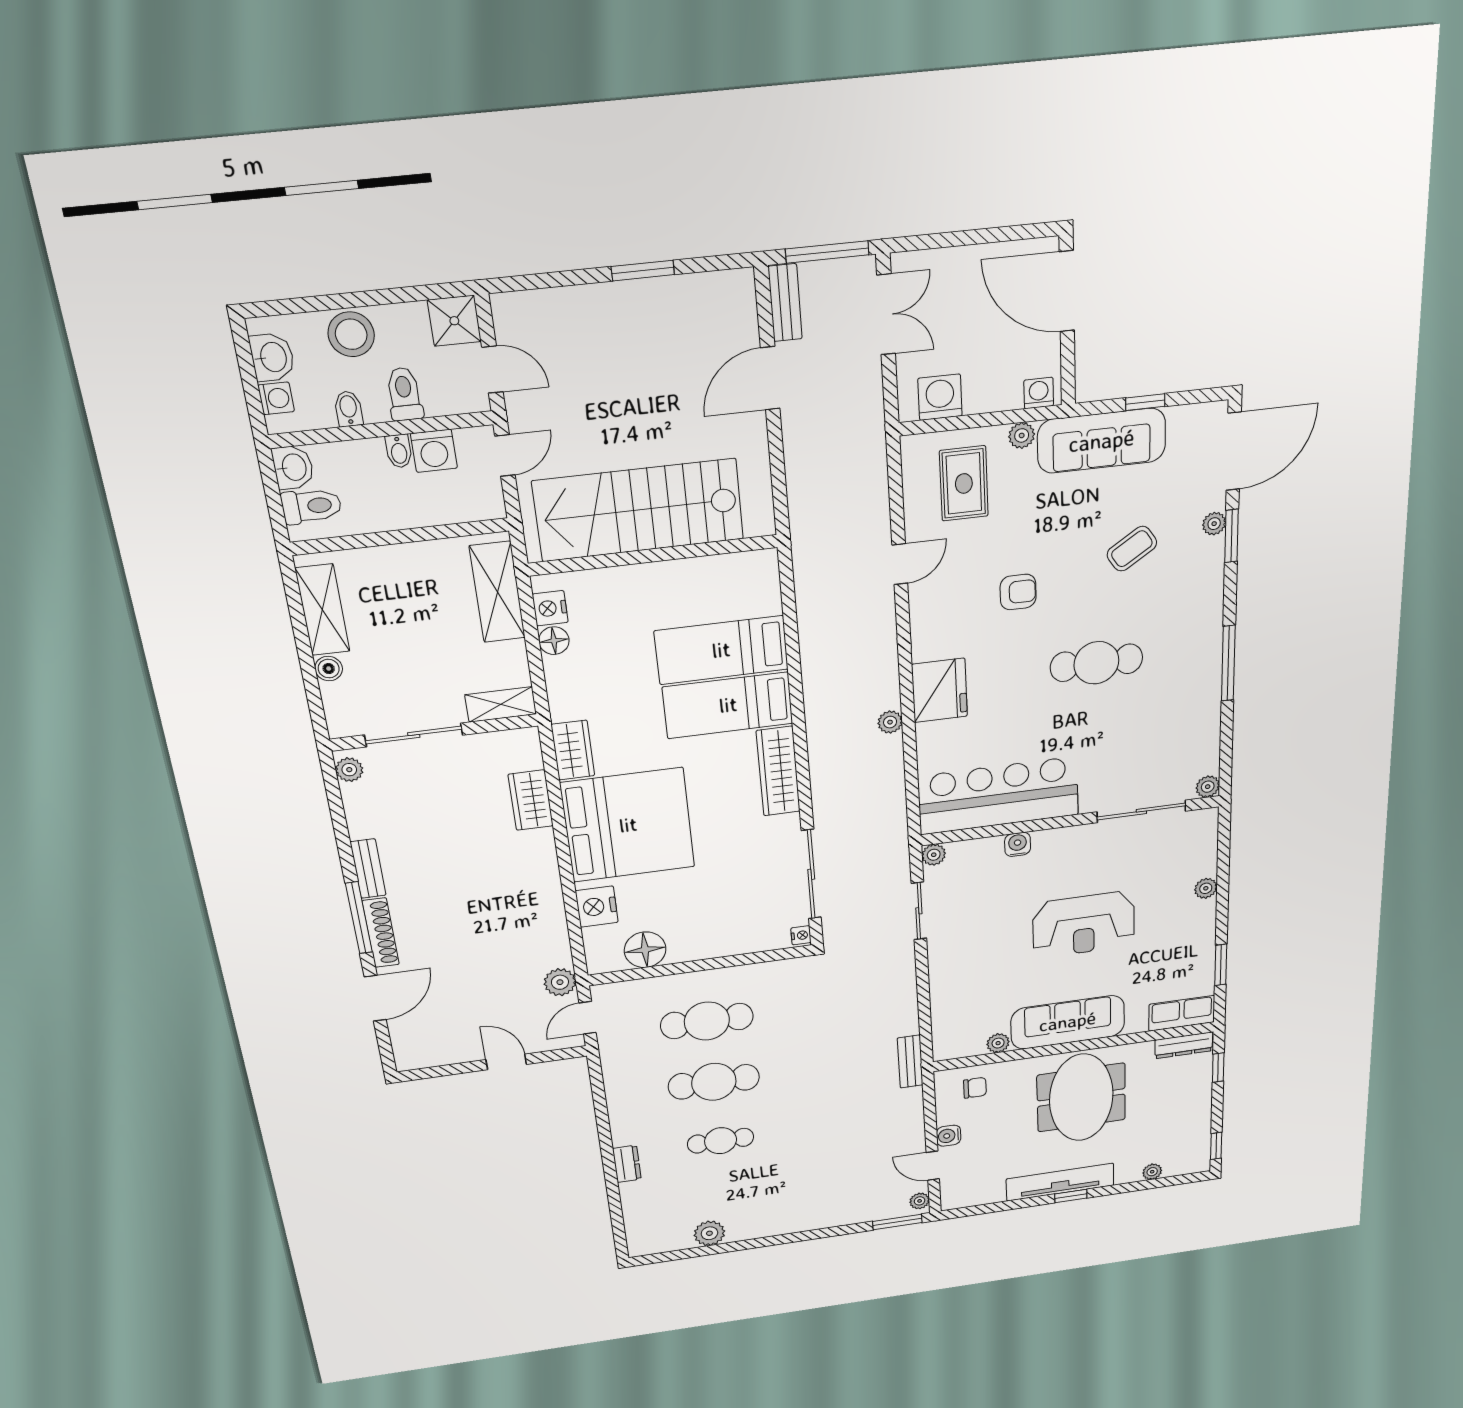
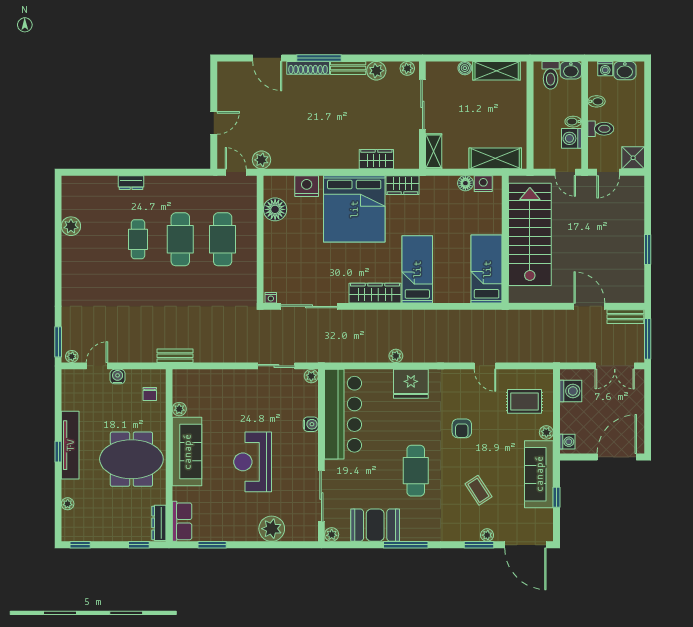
stool: (351, 334) -> (632, 109), removed
bed: (721, 650) -> (487, 269), moved
booth: (1193, 719) -> (375, 525), added
plant: (364, 821) -> (376, 71), added
plant: (1206, 888) -> (272, 529), width x1.87, depth x1.87

